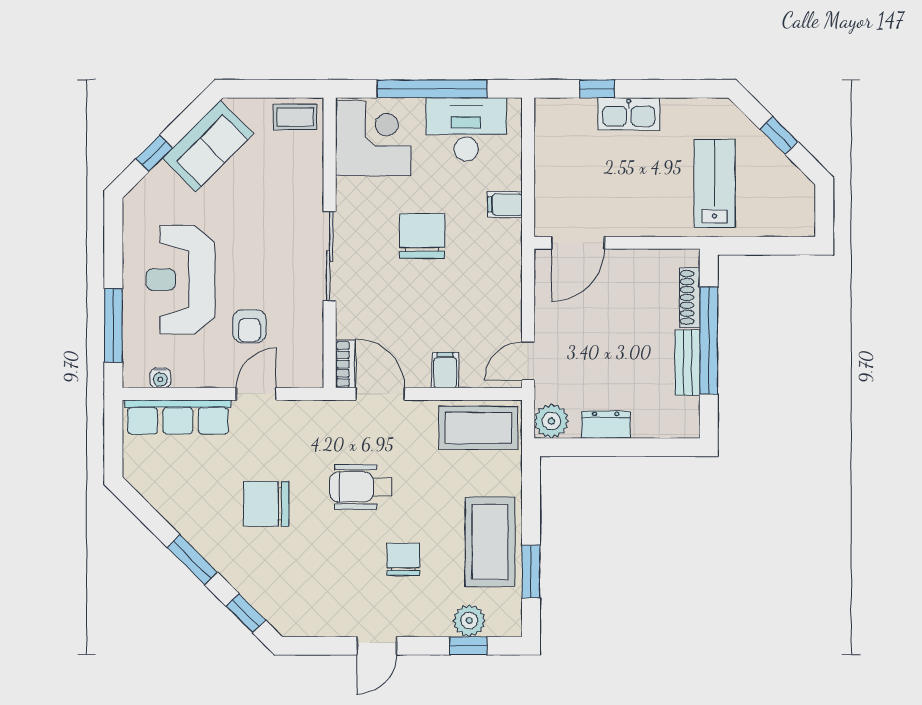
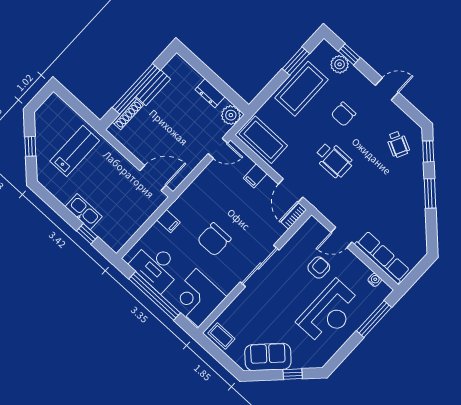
lab bench: (715, 184) -> (75, 151), turned 180
chair: (266, 504) -> (379, 188), removed
wheelchair: (295, 586) -> (398, 144), added

